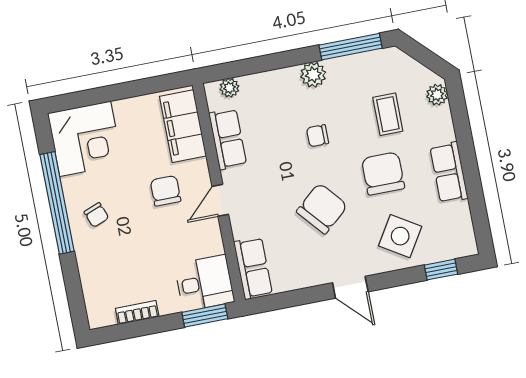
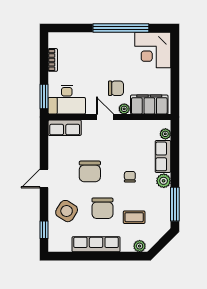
row of seats: (228, 139) -> (163, 156), moved, turned 90
plant: (199, 169) -> (124, 109), added
row of seats: (449, 172) -> (96, 244), width x1.48
chair: (383, 173) -> (102, 208), turned 90
chair: (322, 208) -> (90, 171), turned 41
chair: (96, 215) -> (110, 48), removed
desk: (204, 283) -> (67, 100), width x1.37

